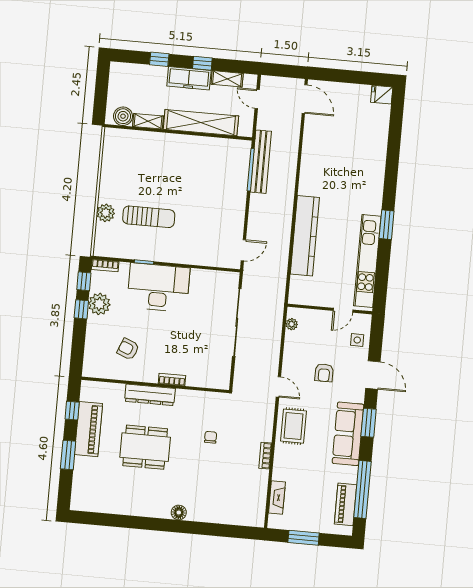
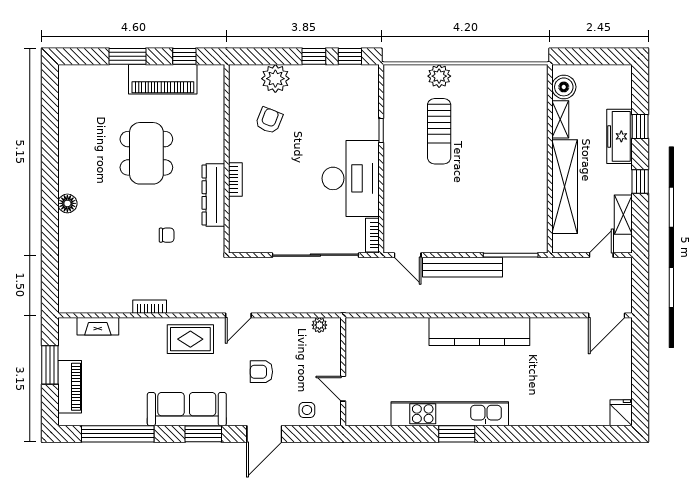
freezer: (189, 78) -> (620, 136), moved
bench: (261, 162) -> (462, 267), moved
kitchen counter: (305, 236) -> (479, 332), moved
kitchen unit: (367, 261) -> (450, 414), moved
bookcase: (105, 265) -> (372, 235), moved
desk: (158, 287) -> (351, 178), moved
plant: (99, 304) -> (275, 79), moved
dresser: (150, 395) -> (213, 195), moved
piano: (345, 504) -> (70, 387), moved, turned 90

